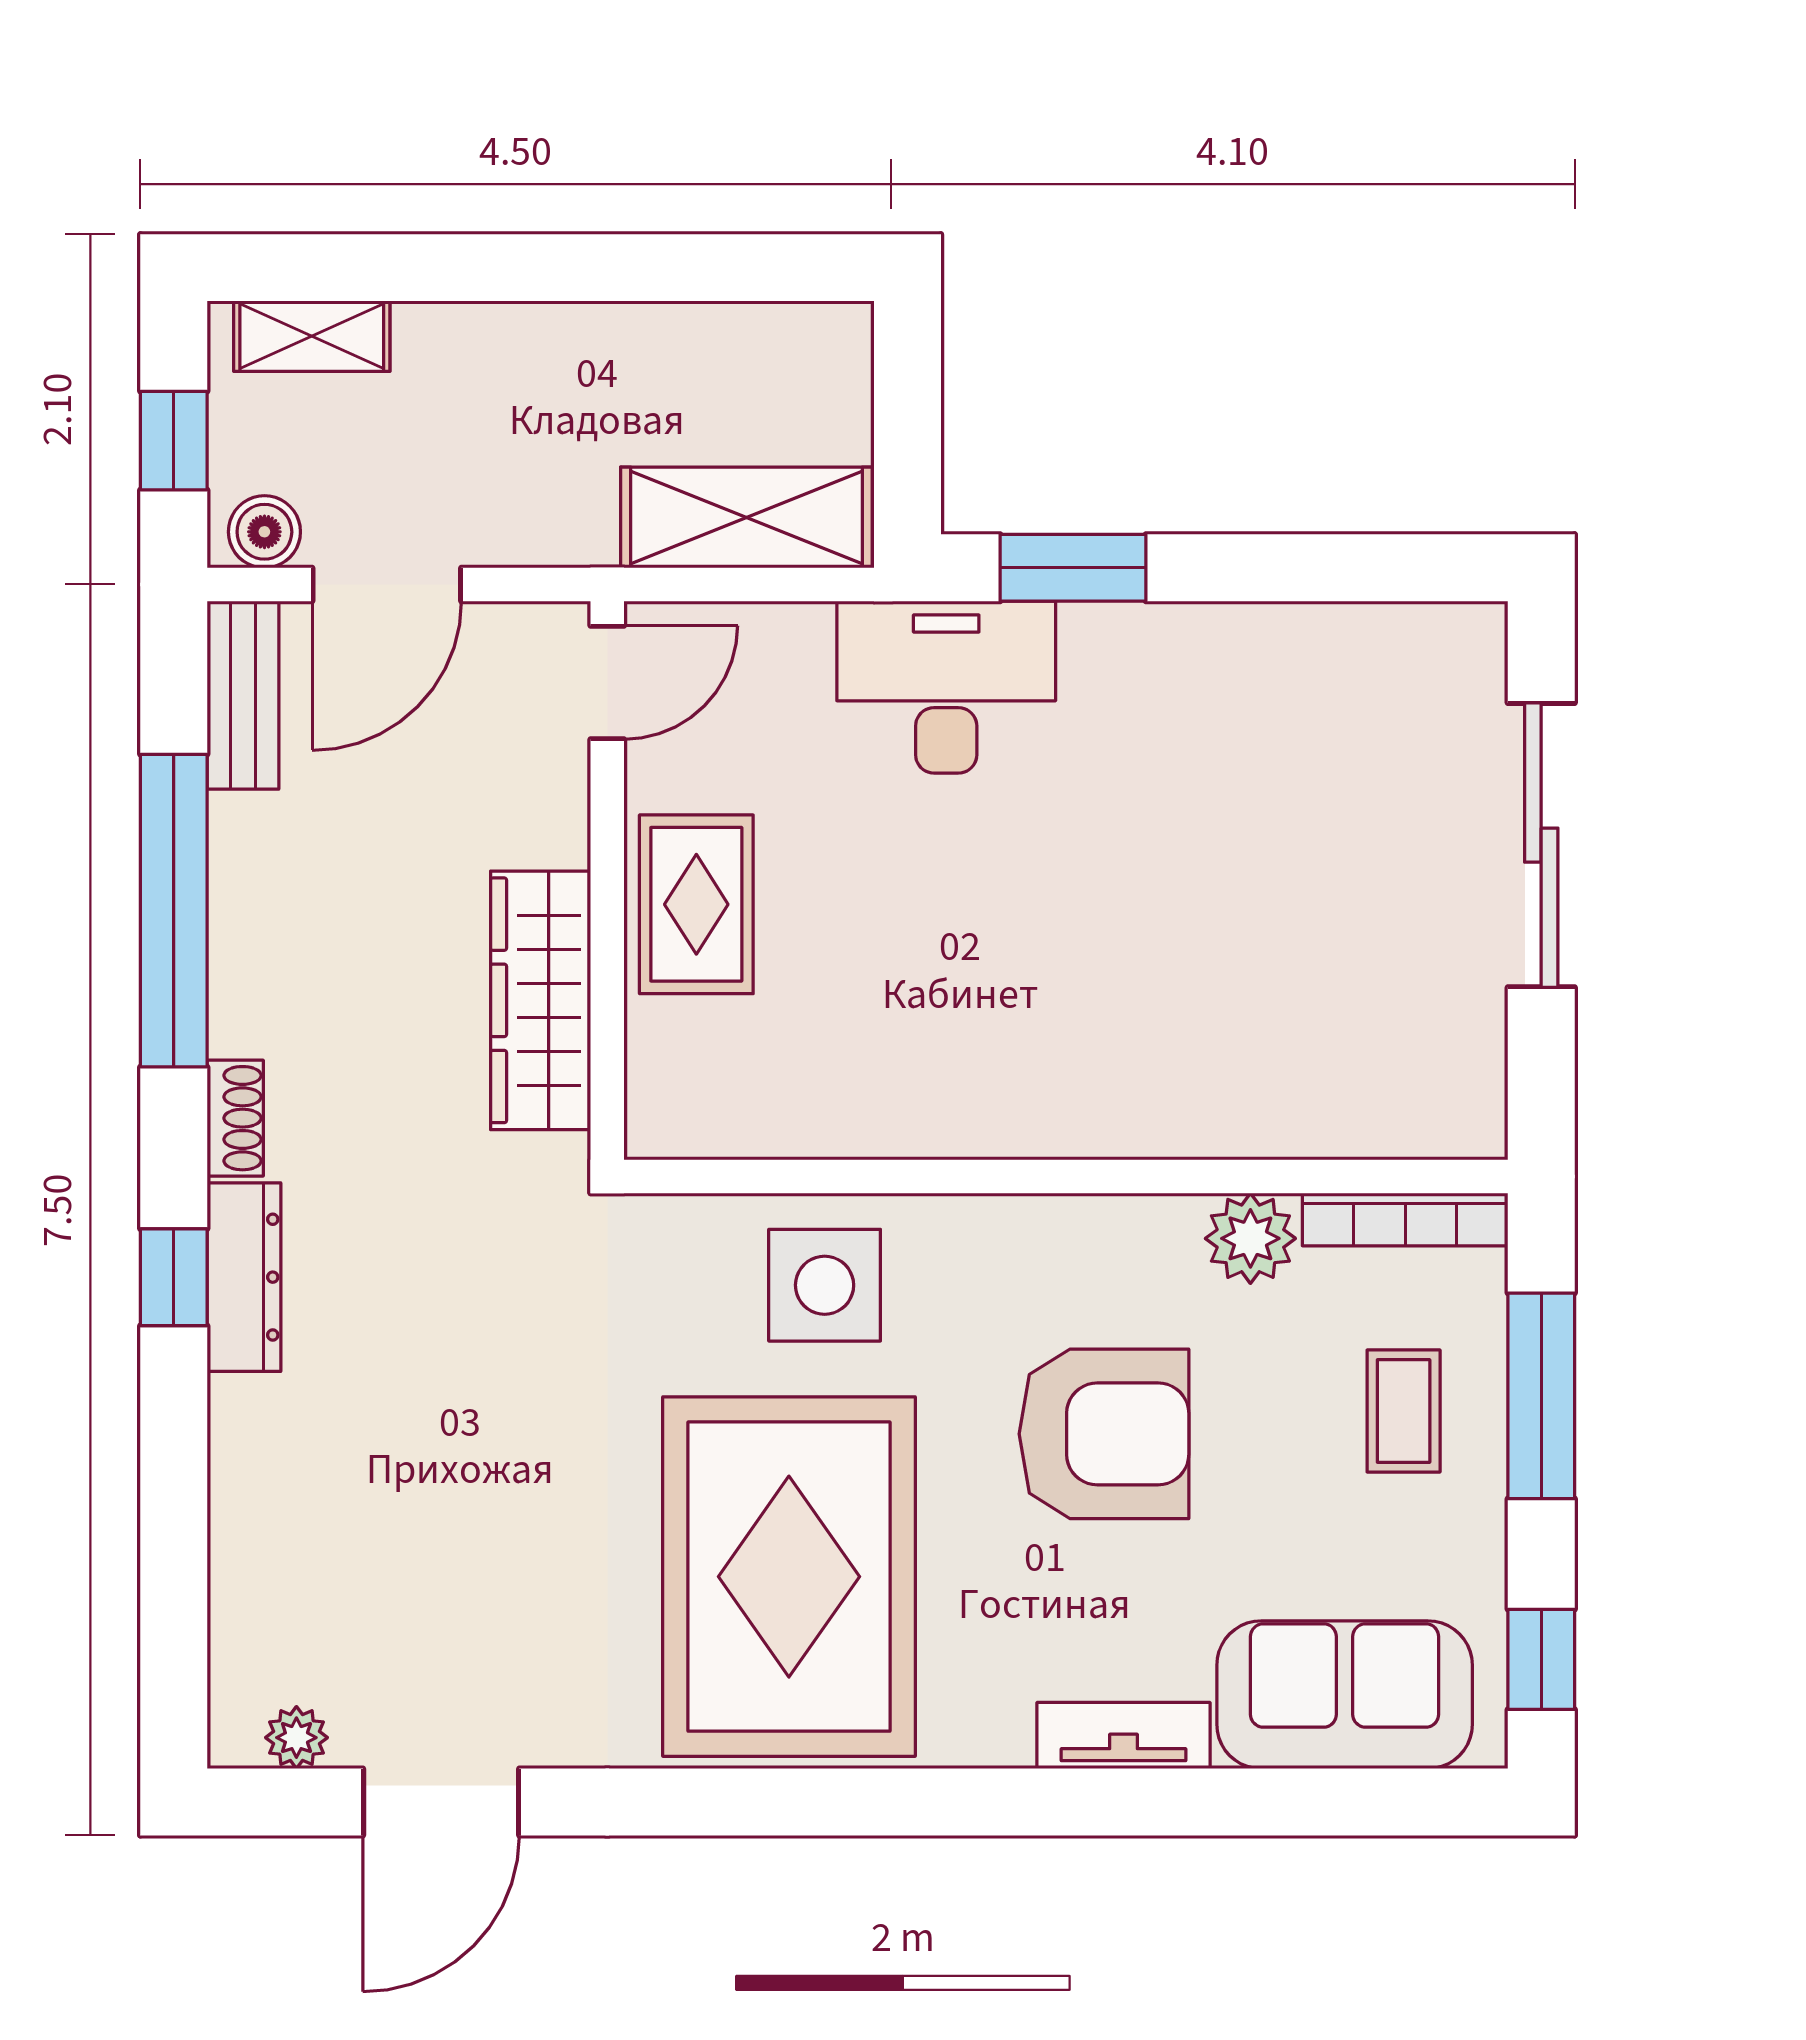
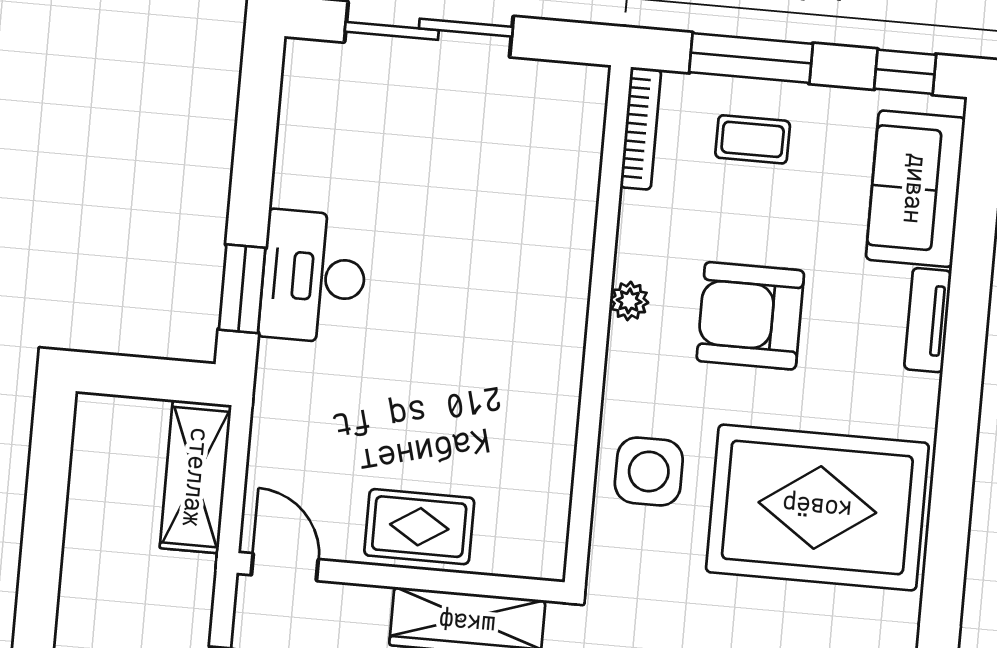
desk: (946, 687) -> (313, 277), moved
plant: (1250, 1238) -> (629, 301), moved, width x0.73, depth x0.73
armchair: (1104, 1434) -> (750, 316), turned -90

